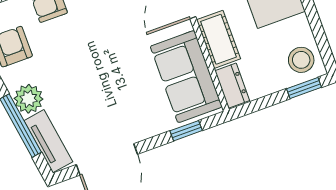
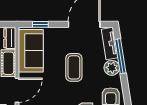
coffee table: (97, 75) -> (74, 67), added

